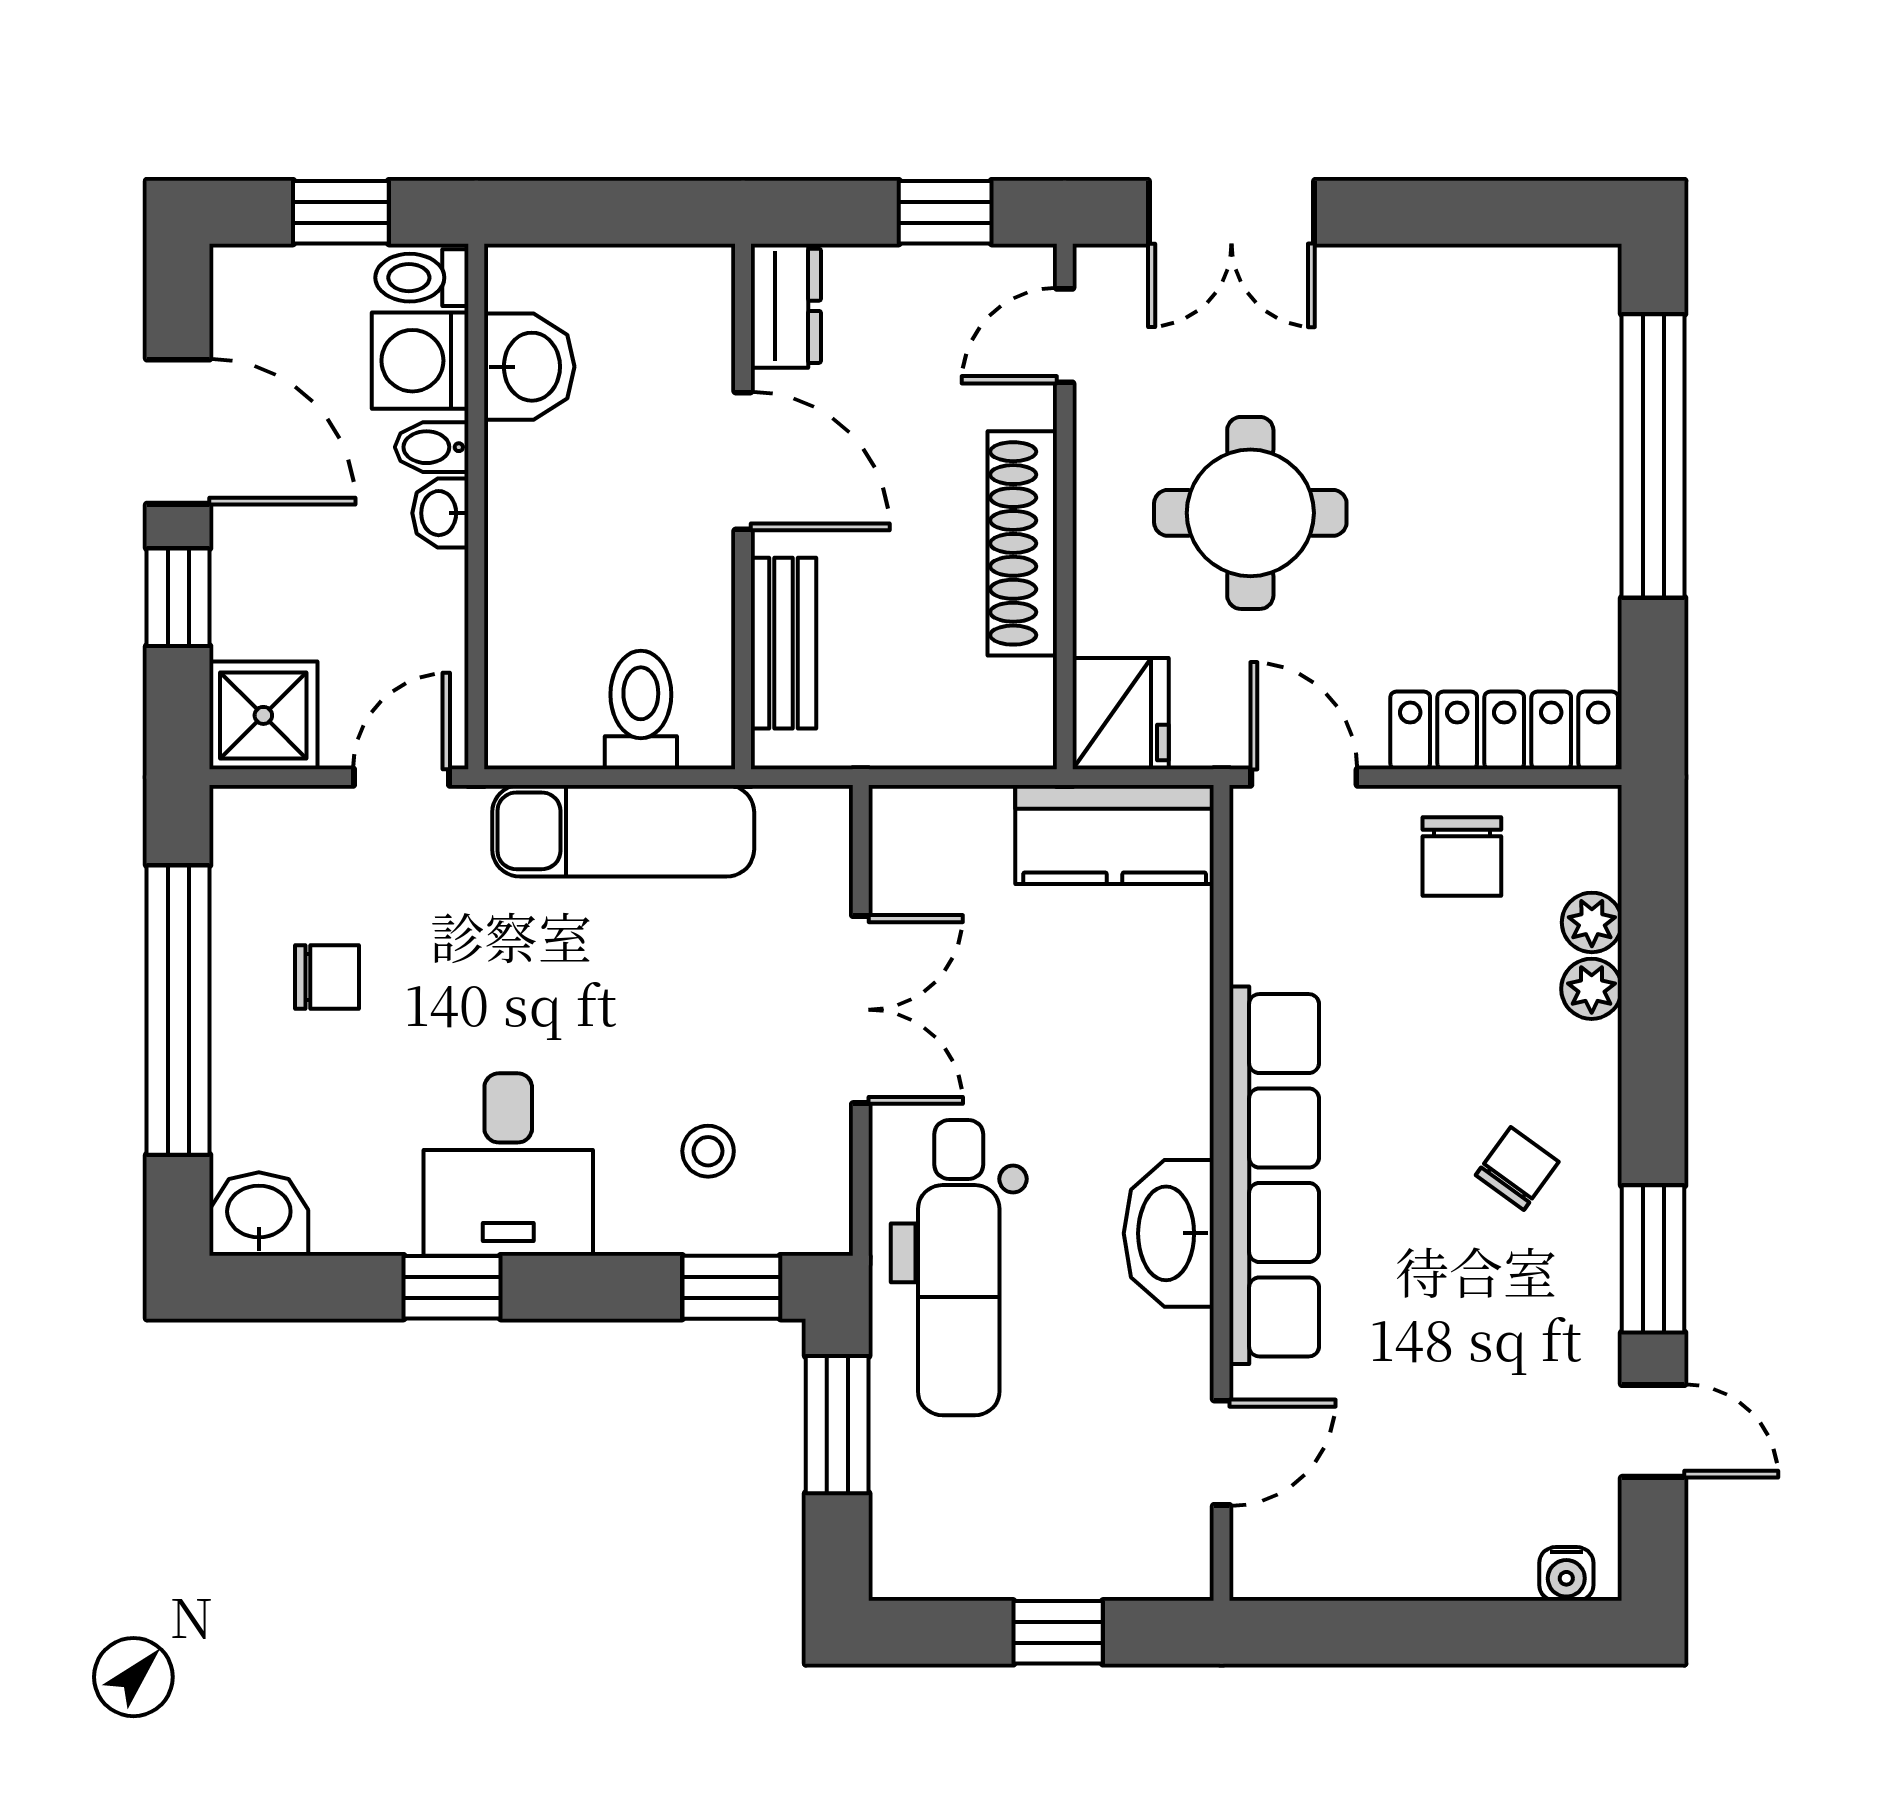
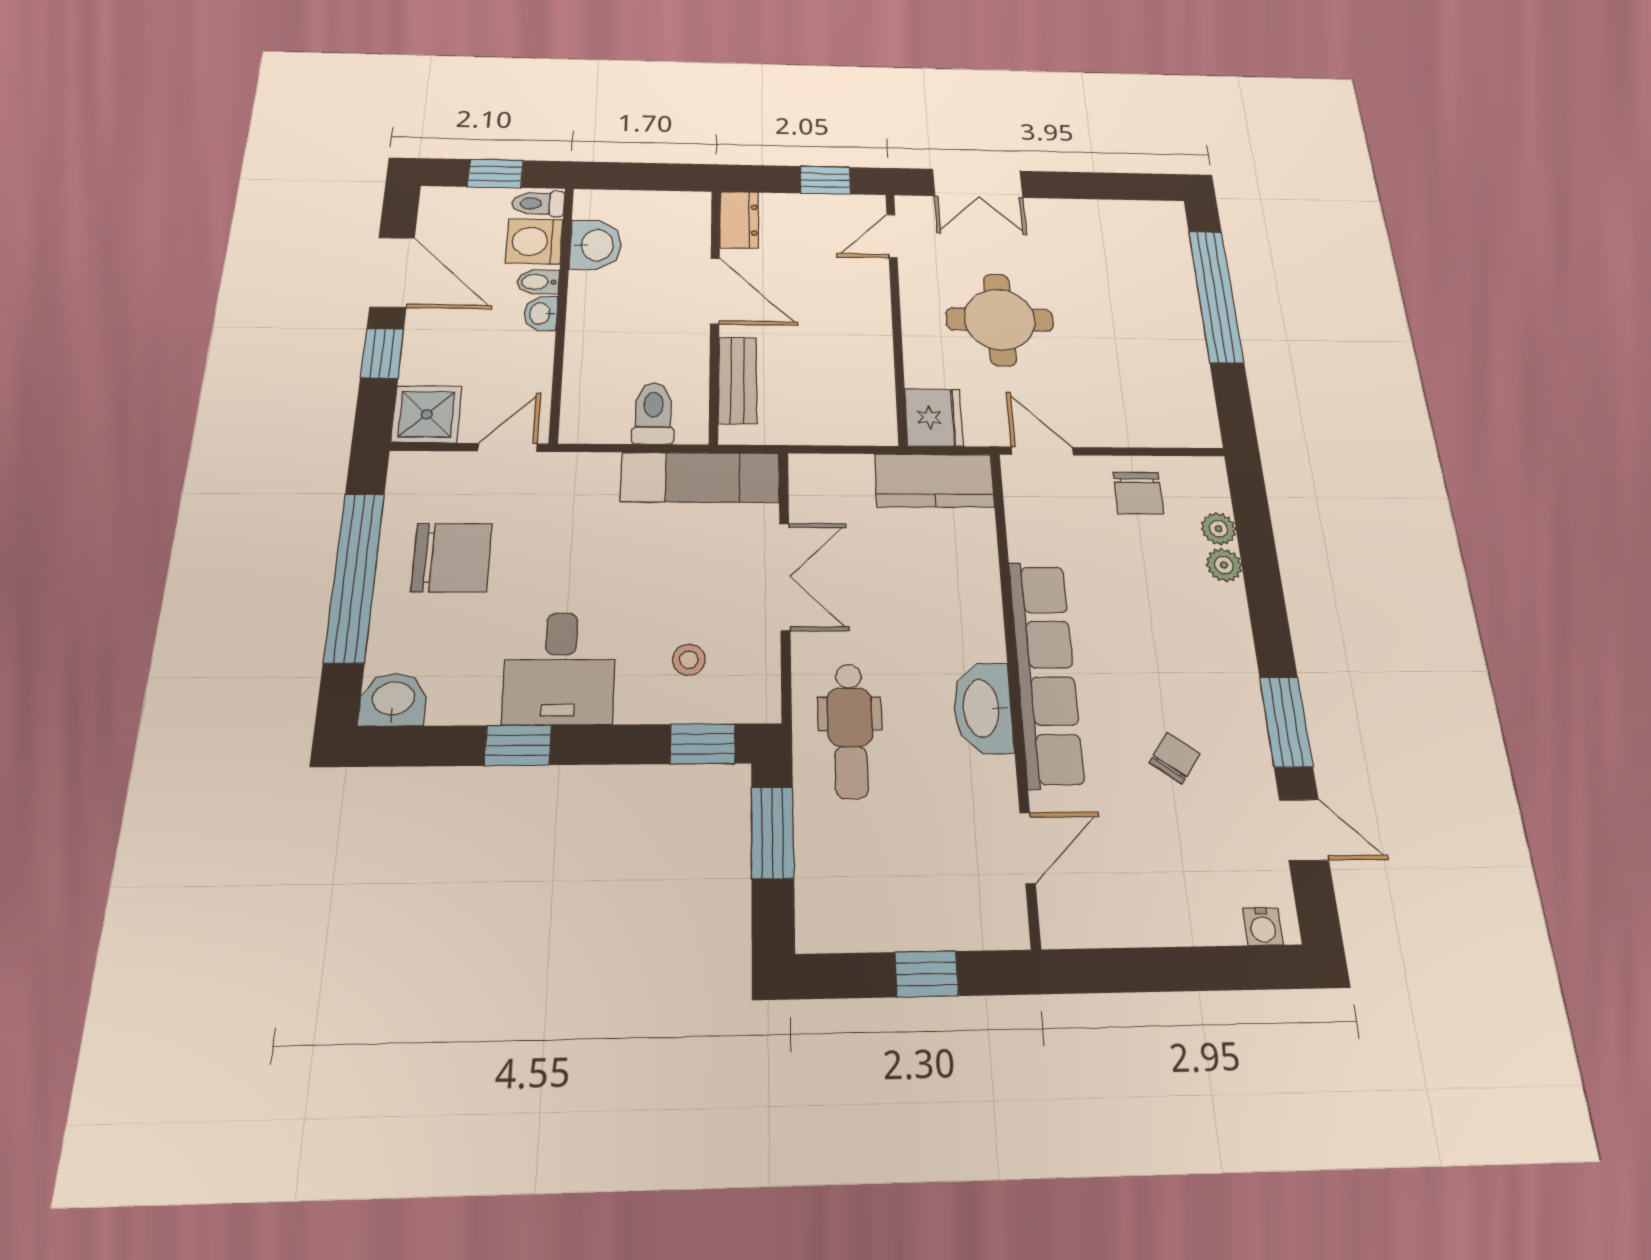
shoe rack: (1022, 543) -> (873, 333), removed
locker: (1504, 730) -> (1154, 428), removed
exam couch: (623, 831) -> (700, 477), moved
chair: (327, 977) -> (452, 558), width x1.87, depth x1.87
chair: (1517, 1168) -> (1175, 758), moved
dental chair: (959, 1268) -> (850, 730), width x0.73, depth x0.72

